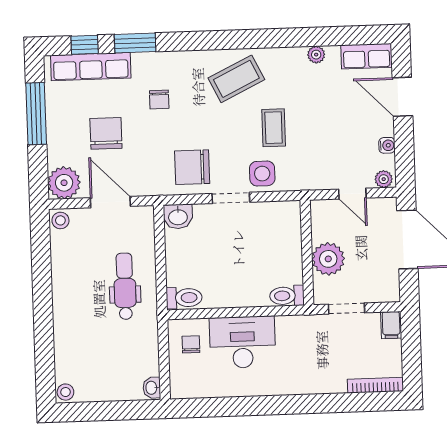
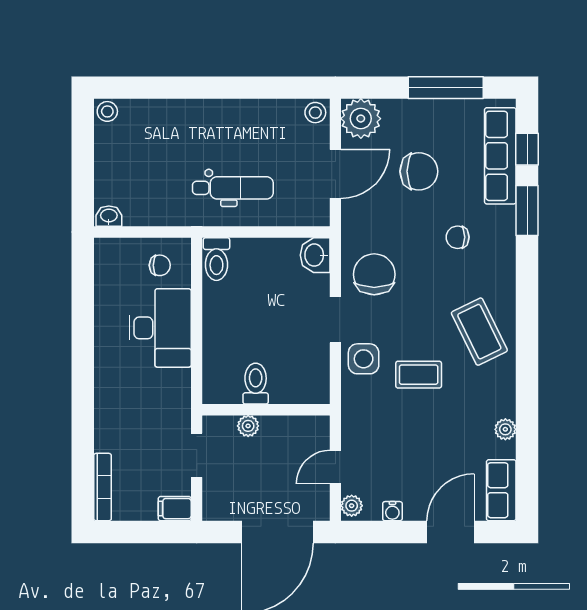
plant: (328, 259) -> (248, 426), width x0.53, depth x0.53
toilet: (287, 296) -> (256, 384), moved

